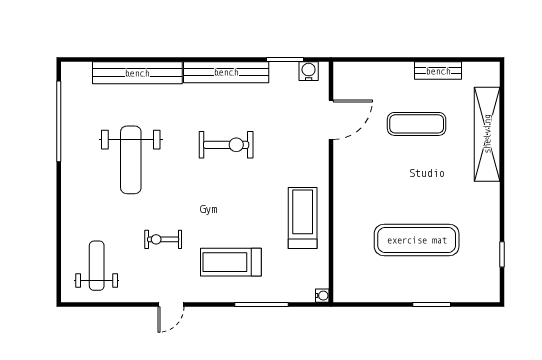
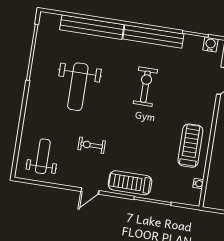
exercise bike: (226, 145) -> (145, 87), turned -90
treadmill: (231, 262) -> (130, 183), moved
water cooler: (322, 296) -> (198, 184), moved

